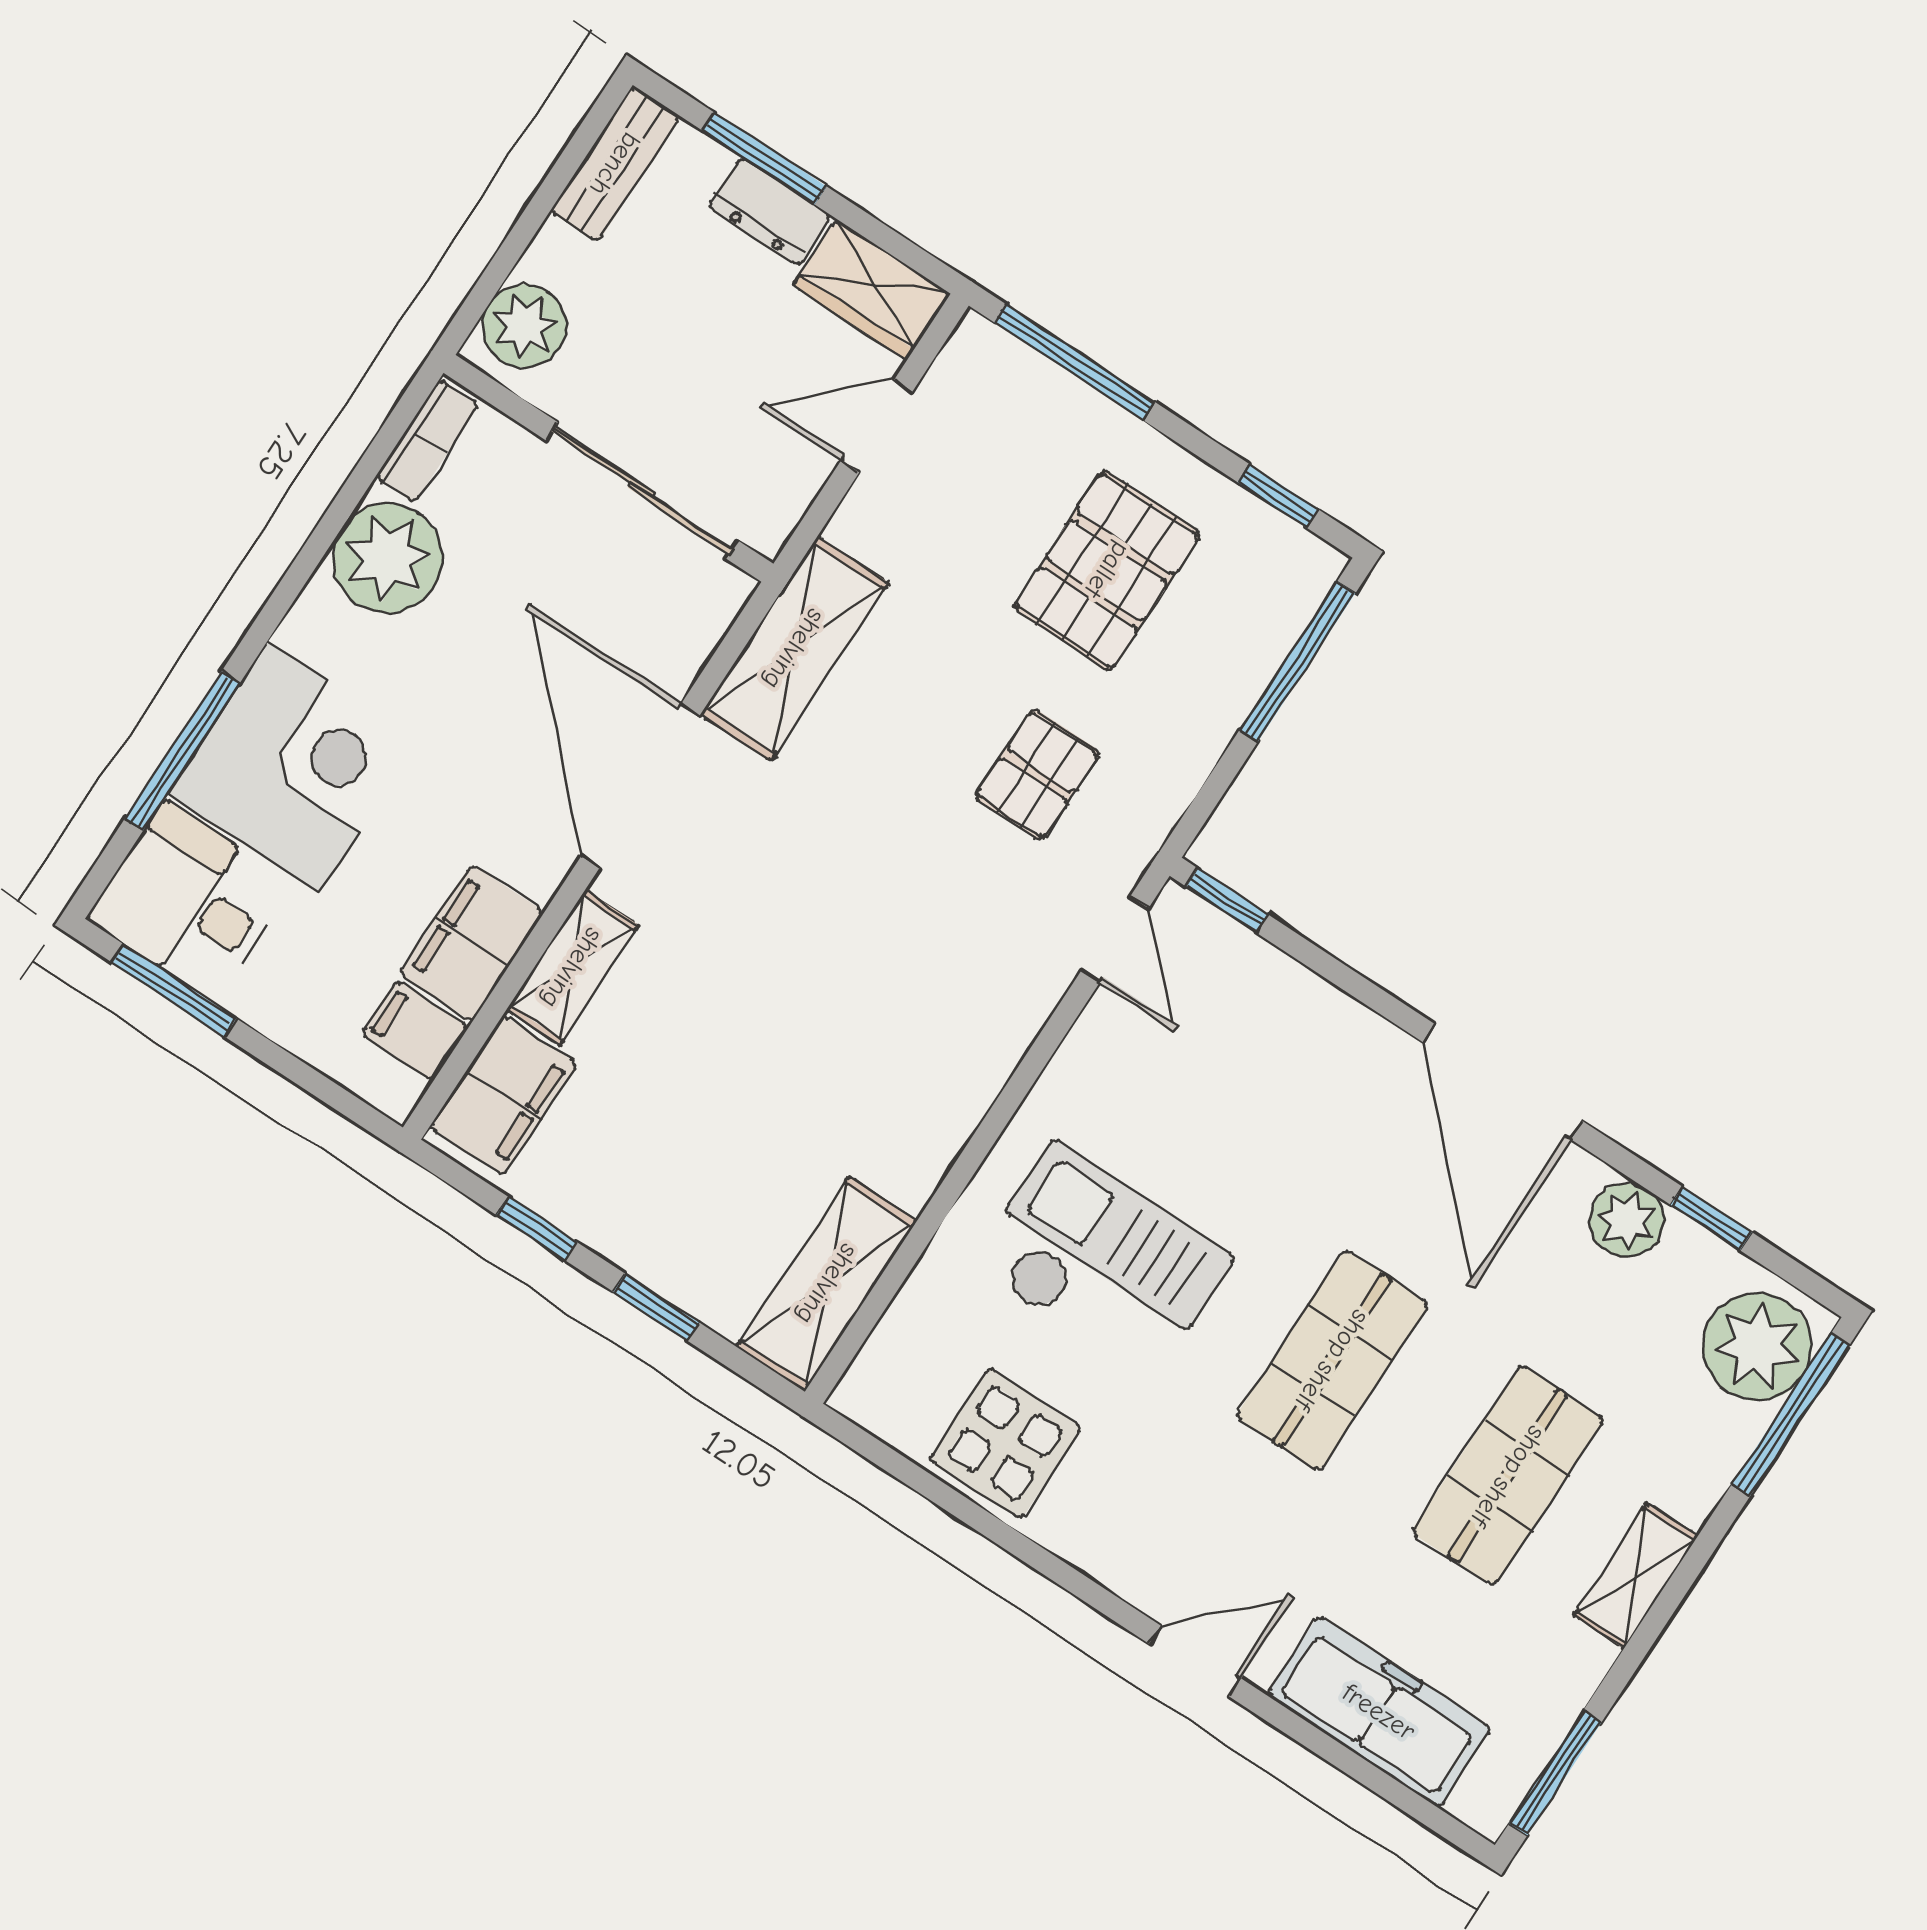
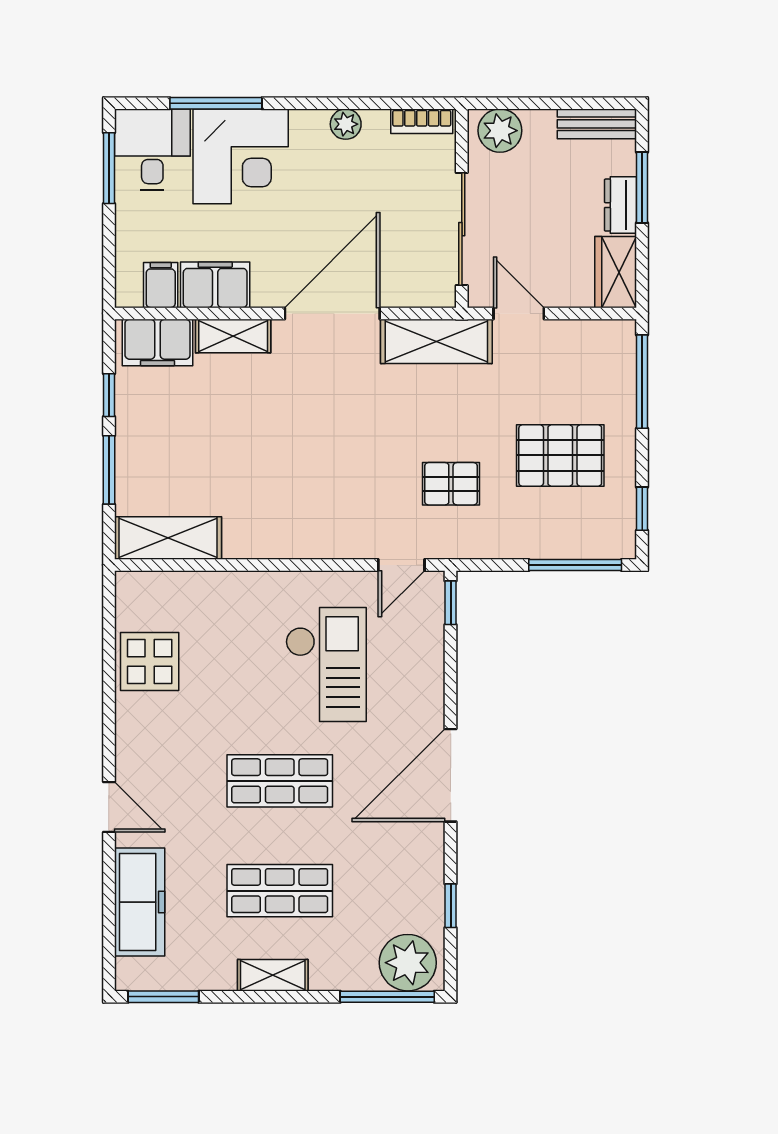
door: (877, 426) -> (519, 313), moved
plant: (388, 558) -> (346, 124), width x0.53, depth x0.53
plant: (1627, 1220) -> (426, 869), removed
checkout: (1102, 1261) -> (326, 665), moved
window: (656, 1307) -> (109, 470), width x1.50

